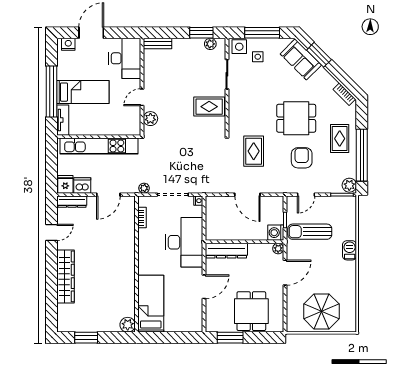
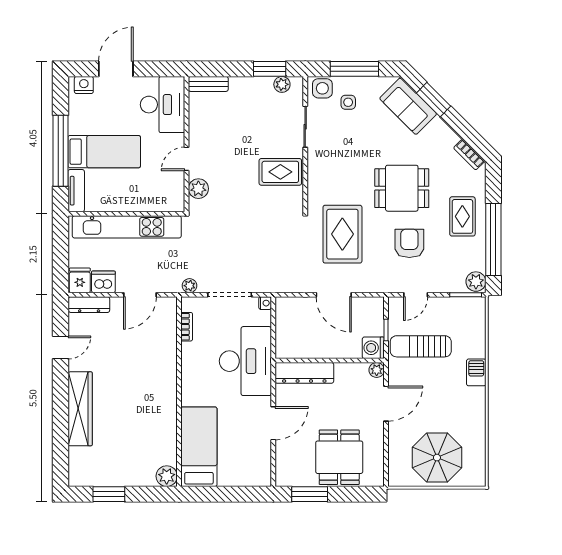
rug: (254, 151) -> (342, 234), width x1.36, depth x1.43

